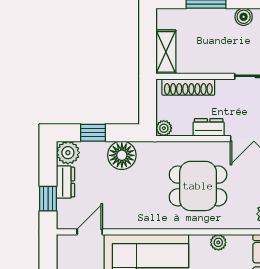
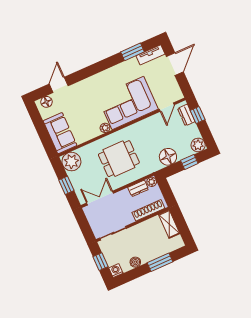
dresser: (209, 127) -> (138, 188), moved
dresser: (65, 182) -> (186, 115), moved
plant: (218, 242) -> (105, 128), moved

